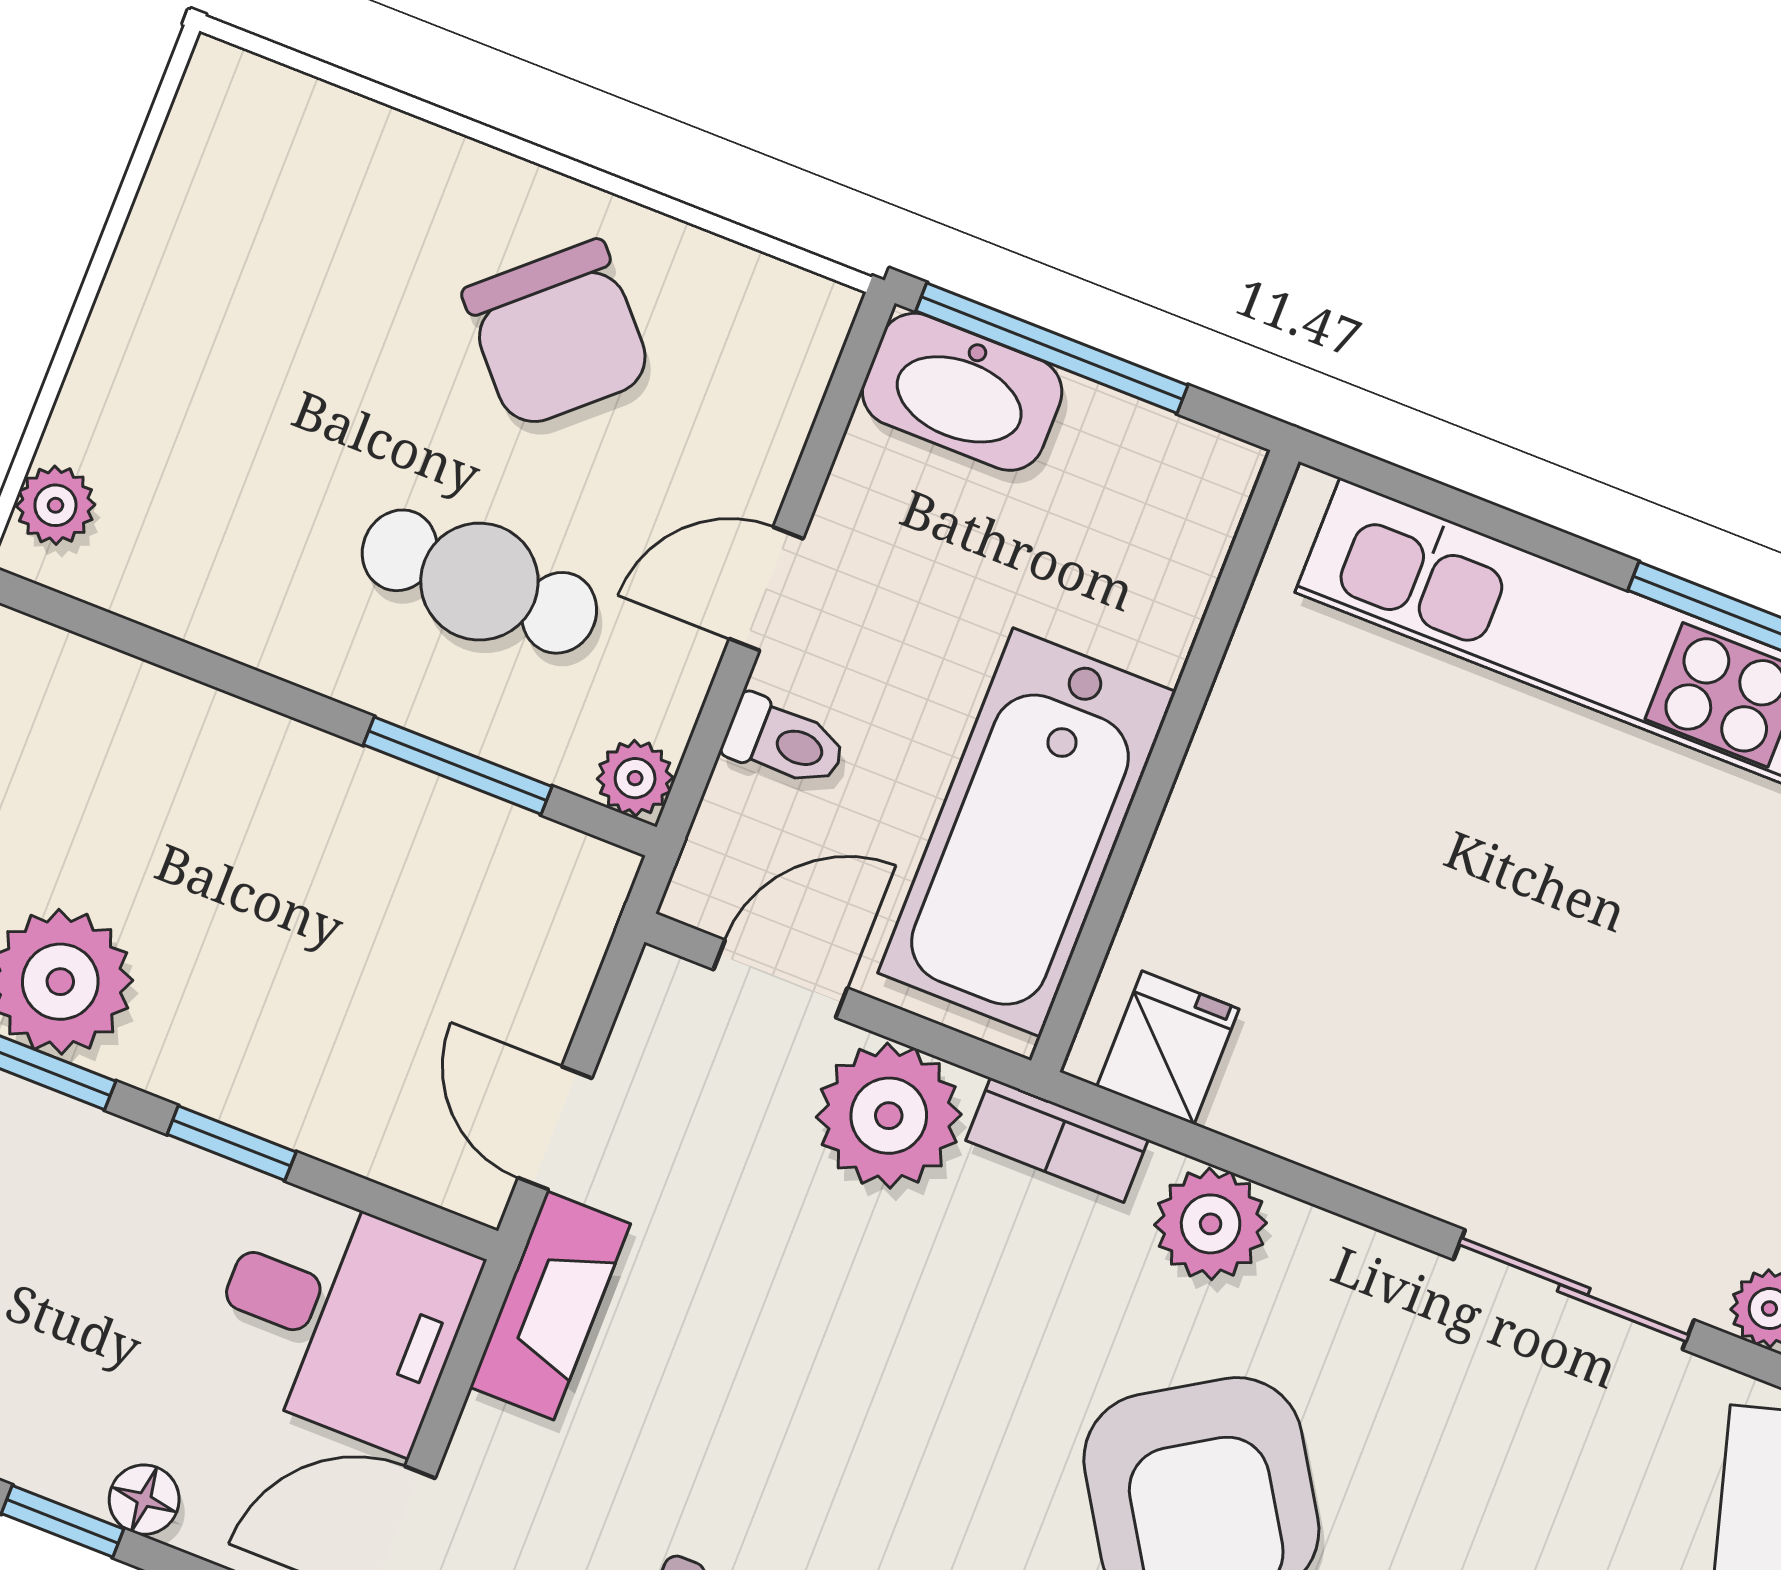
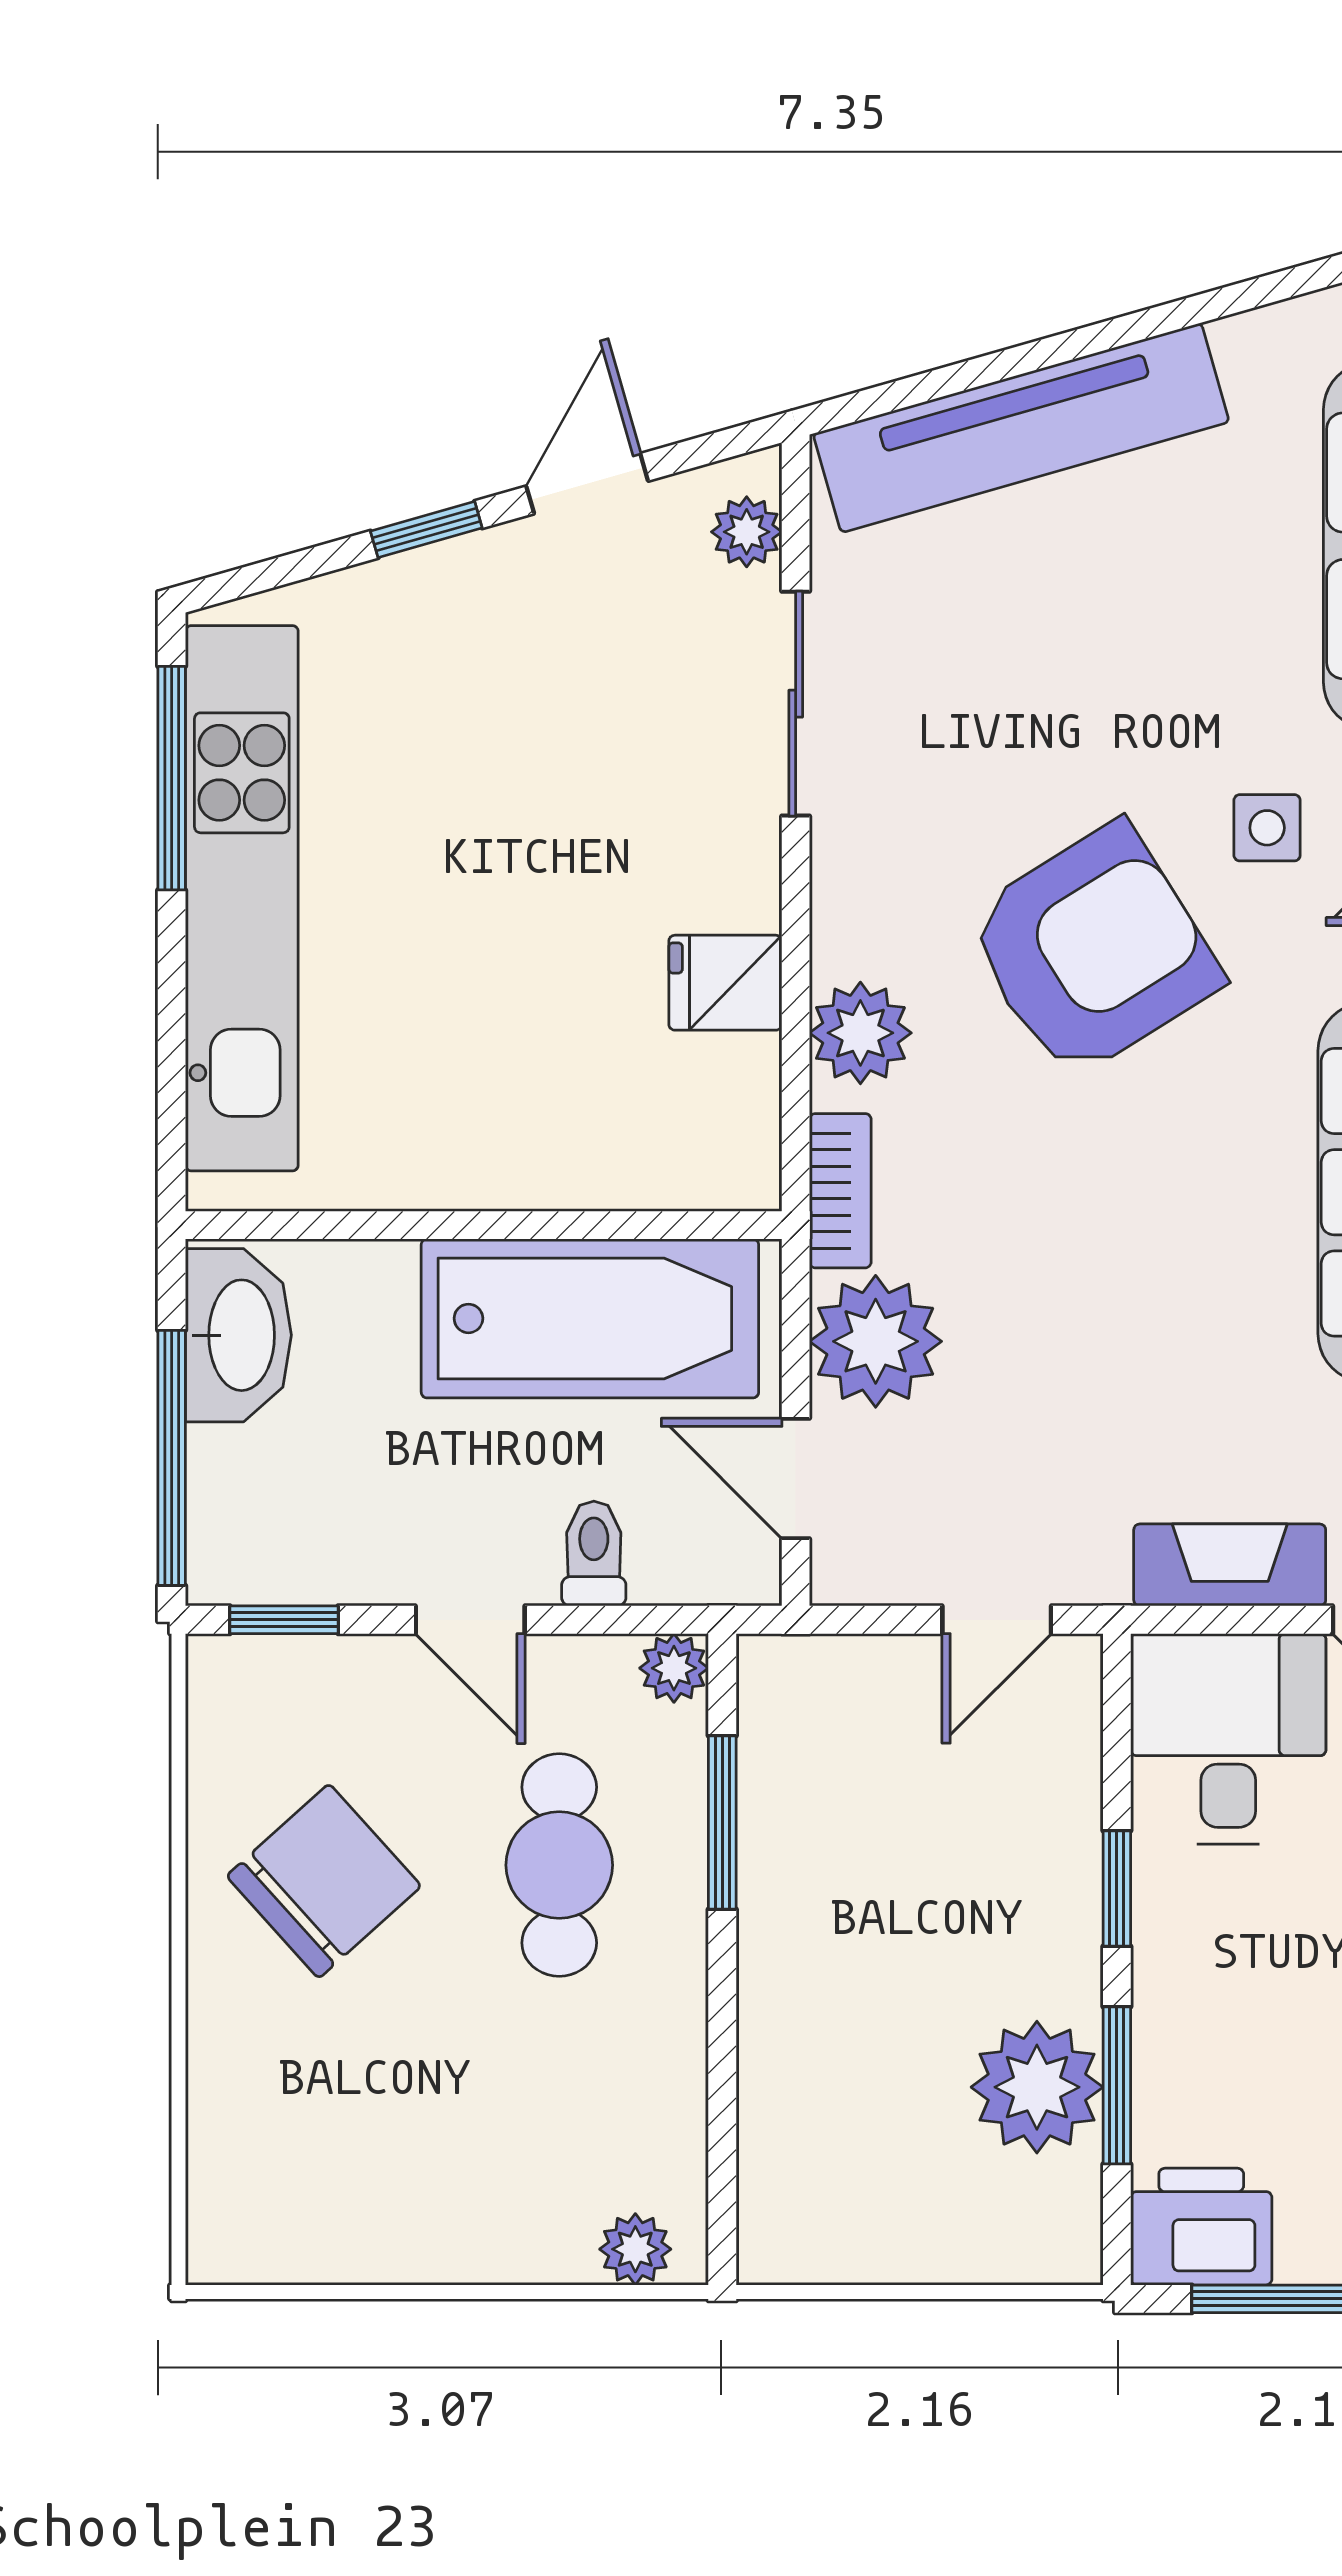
washbasin: (962, 392) -> (238, 1335), moved
window: (841, 398) -> (284, 1620), added
fridge: (1168, 1048) -> (725, 983), moved
fireplace: (550, 1305) -> (1230, 1565), moved

